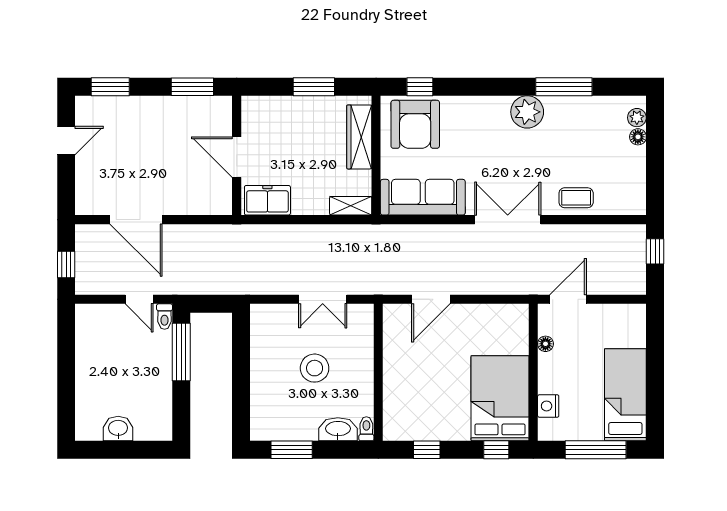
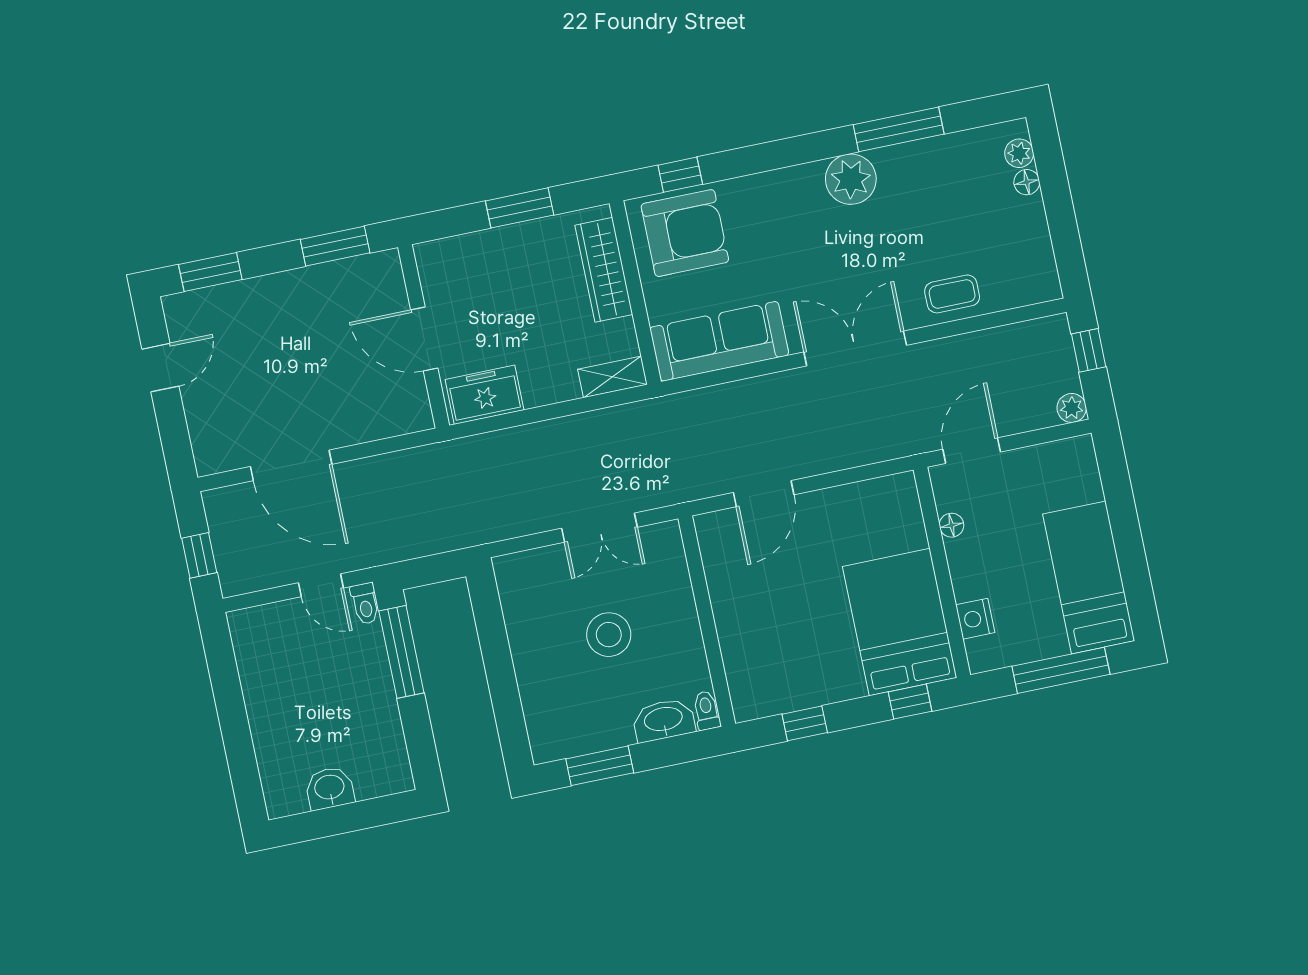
armchair: (415, 124) -> (685, 233), turned -90
plant: (637, 285) -> (1072, 408), added

